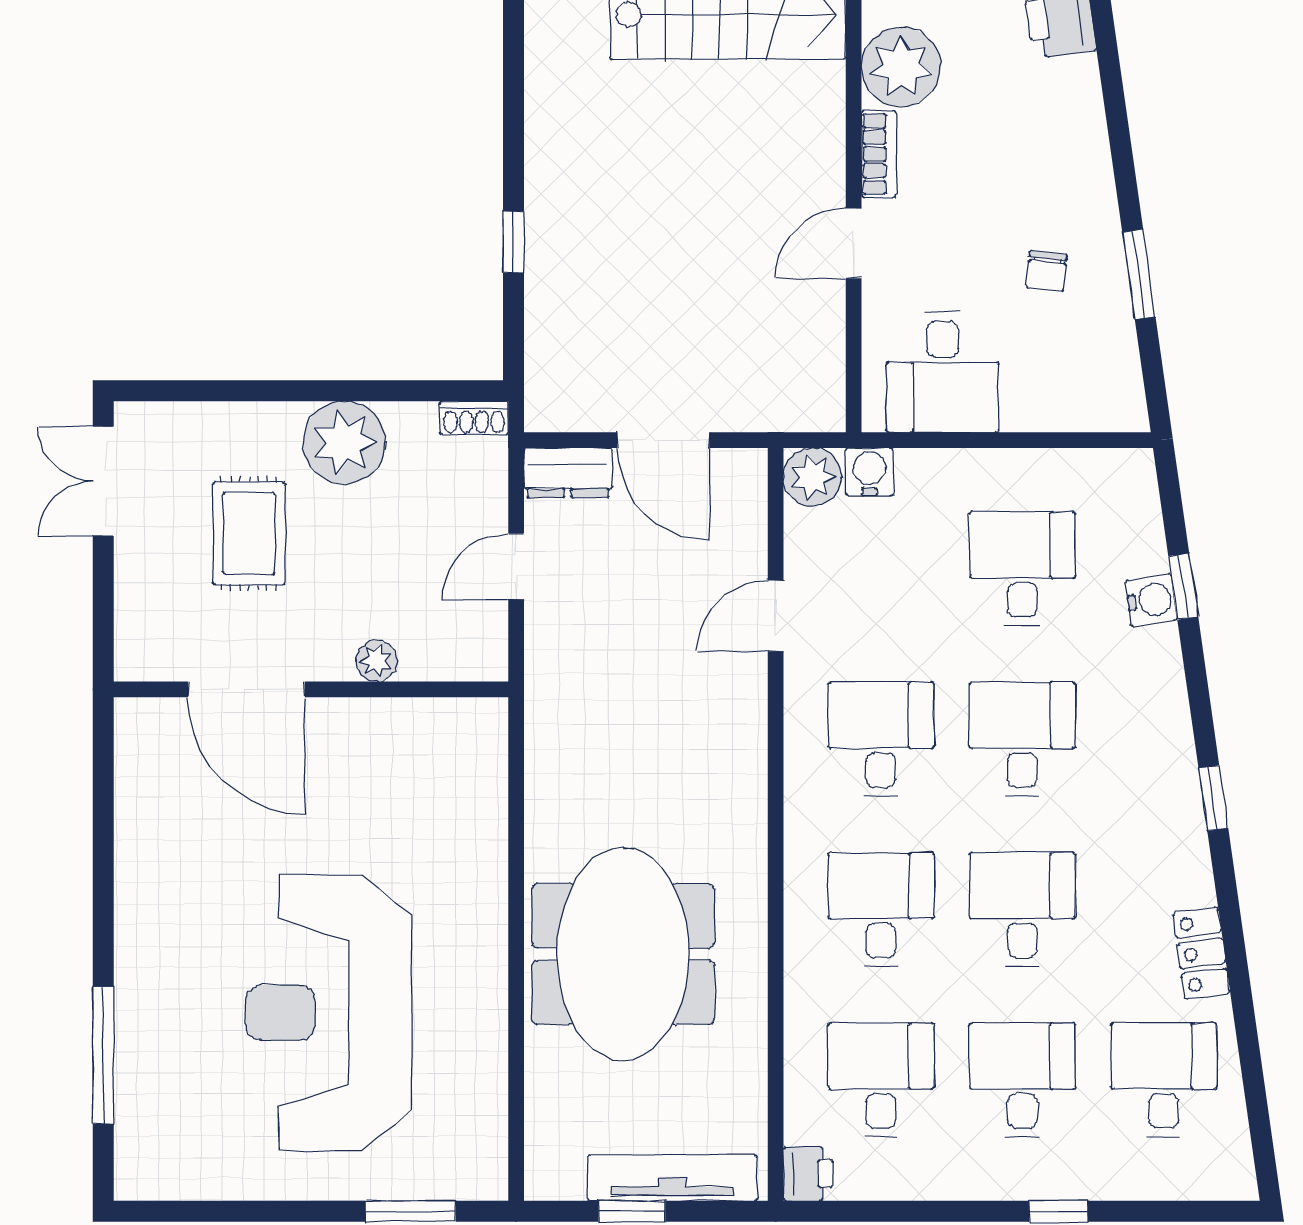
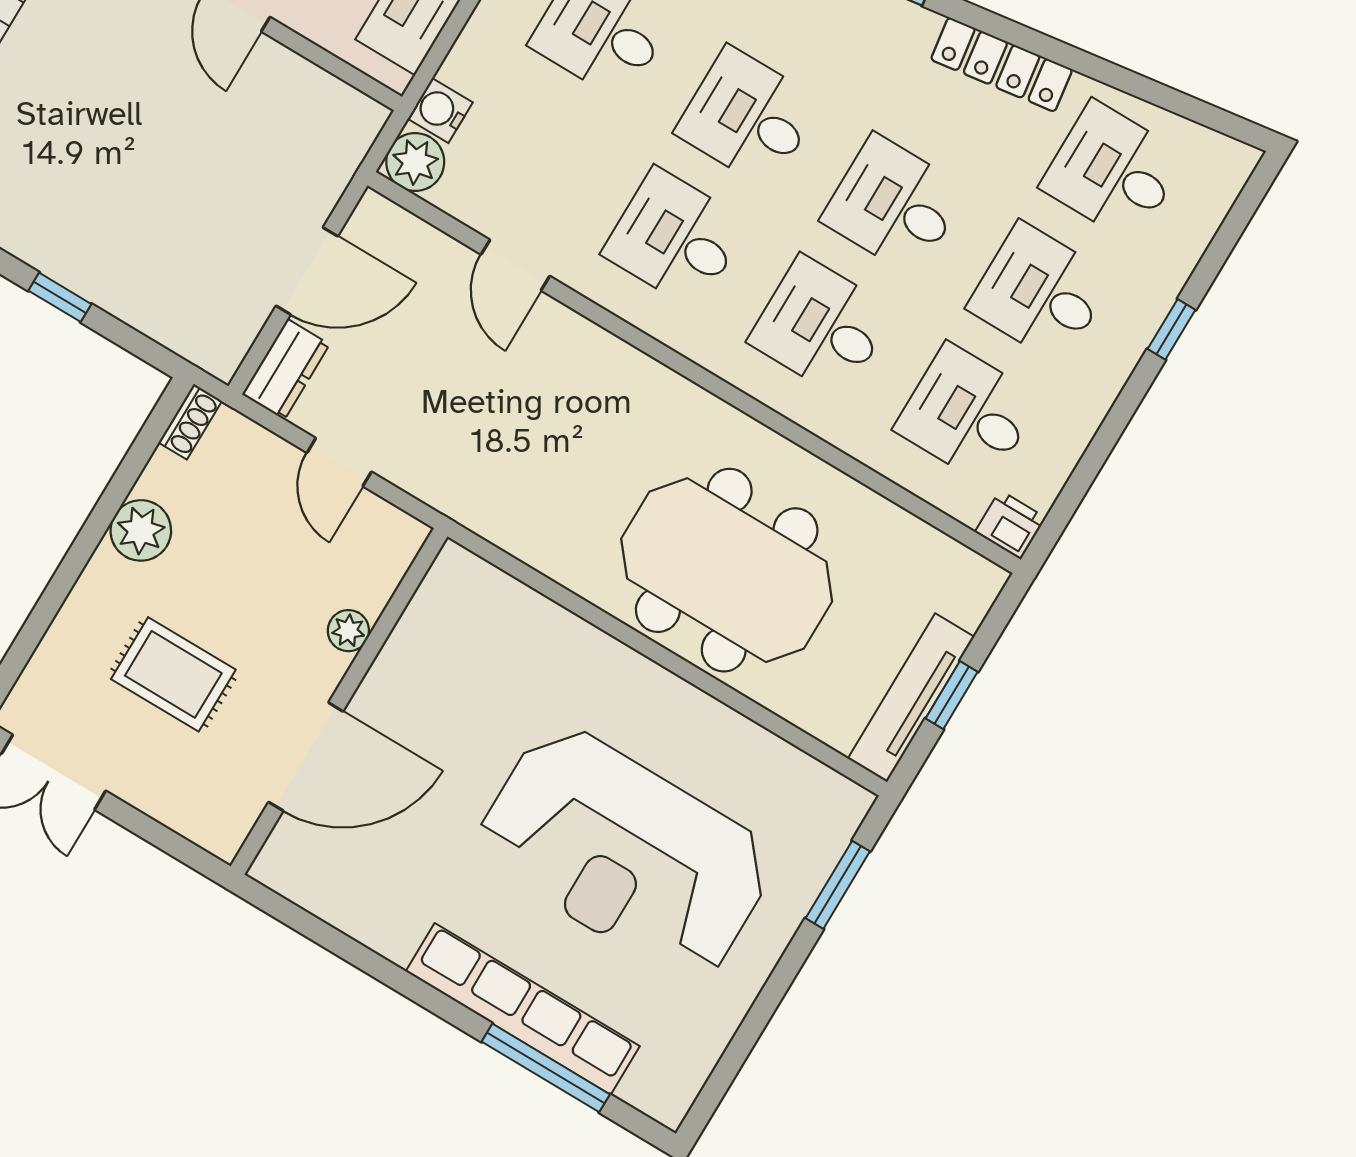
plant: (344, 442) -> (141, 530), width x0.73, depth x0.73
locker: (1201, 953) -> (1002, 65), width x1.53
row of seats: (142, 1005) -> (523, 1009), added
tv unit: (672, 1178) -> (911, 698), moved

